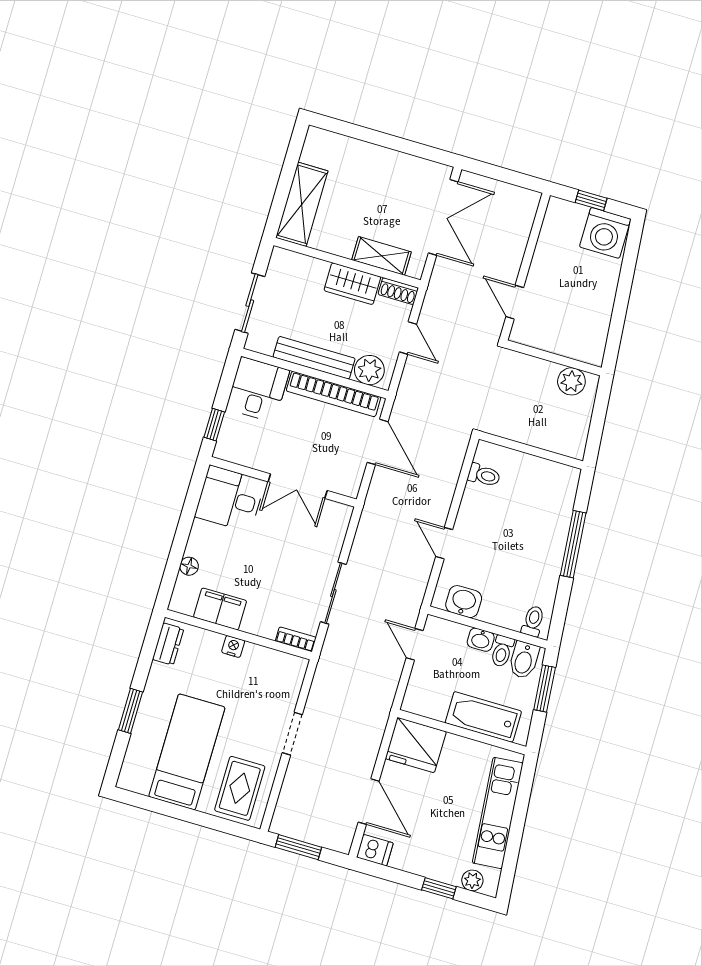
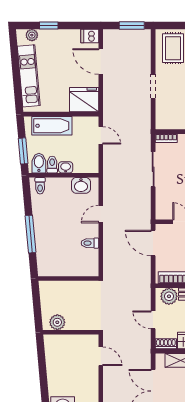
door: (378, 442) -> (153, 243), moved
toilet: (484, 475) -> (90, 243), moved
door: (444, 543) -> (101, 214), swing flipped
door: (415, 644) -> (101, 135), moved

